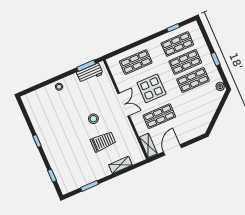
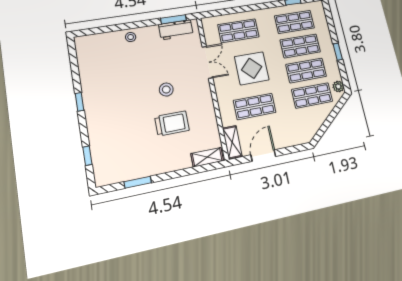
shop shelf: (201, 98) -> (312, 95), added
double door: (124, 105) -> (207, 62), moved
shelving: (120, 165) -> (207, 157), moved

